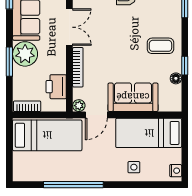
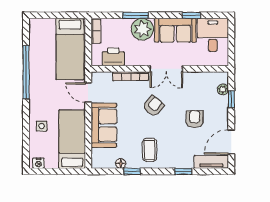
armchair: (111, 42) -> (153, 106), added
plant: (79, 106) -> (96, 77), removed

